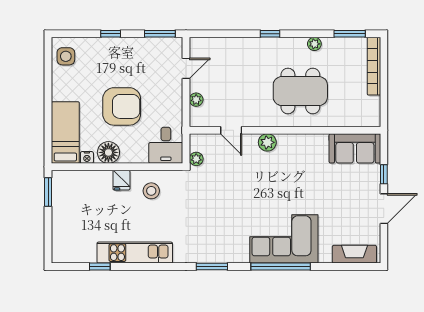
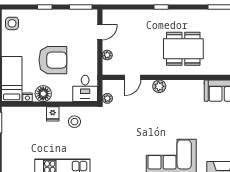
plant: (314, 44) -> (194, 14), removed
door: (231, 130) -> (133, 77), hinge flipped

